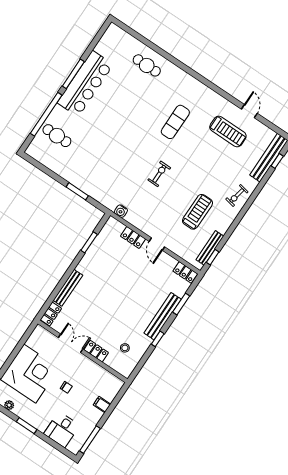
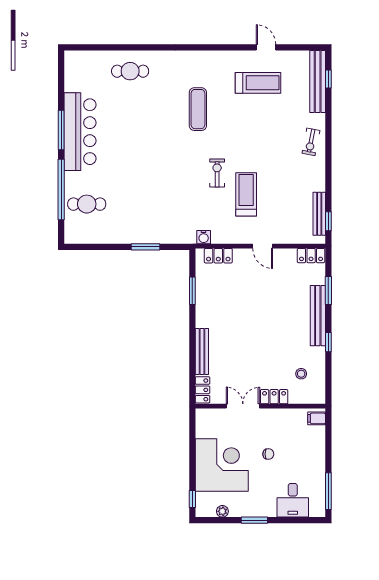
treadmill: (197, 212) -> (246, 194), moved
locker: (133, 238) -> (218, 256), moved
filing cabinet: (102, 405) -> (317, 418), moved

